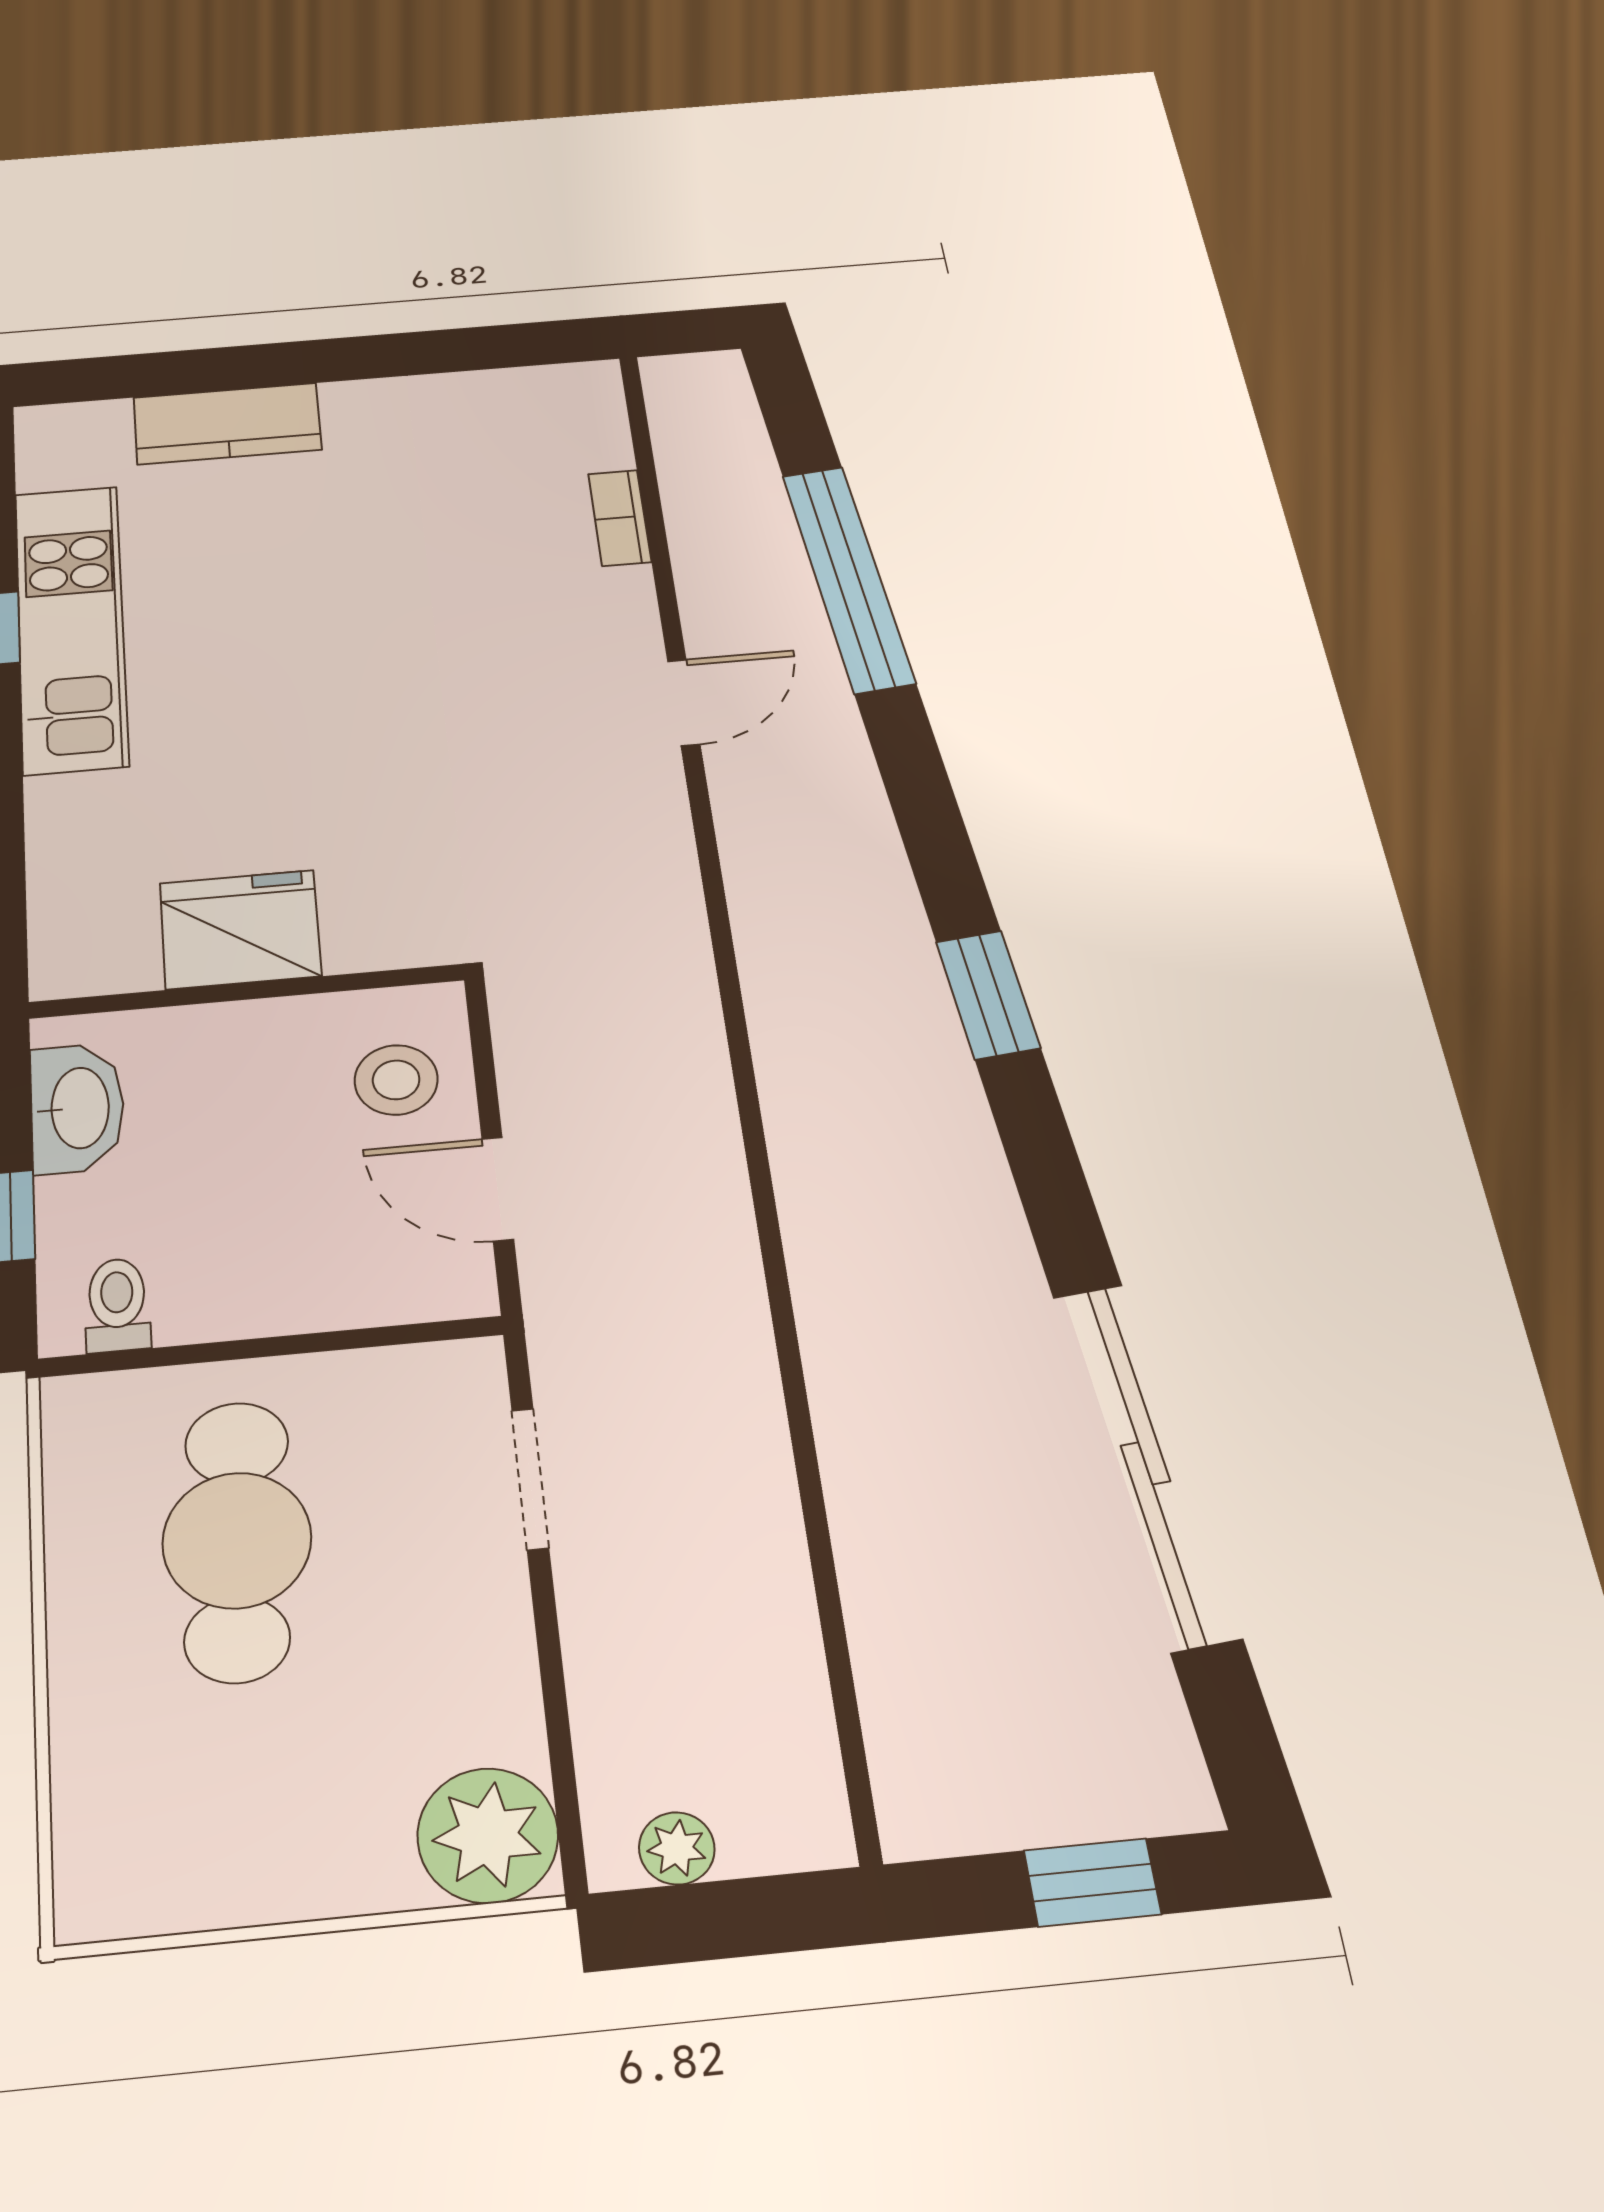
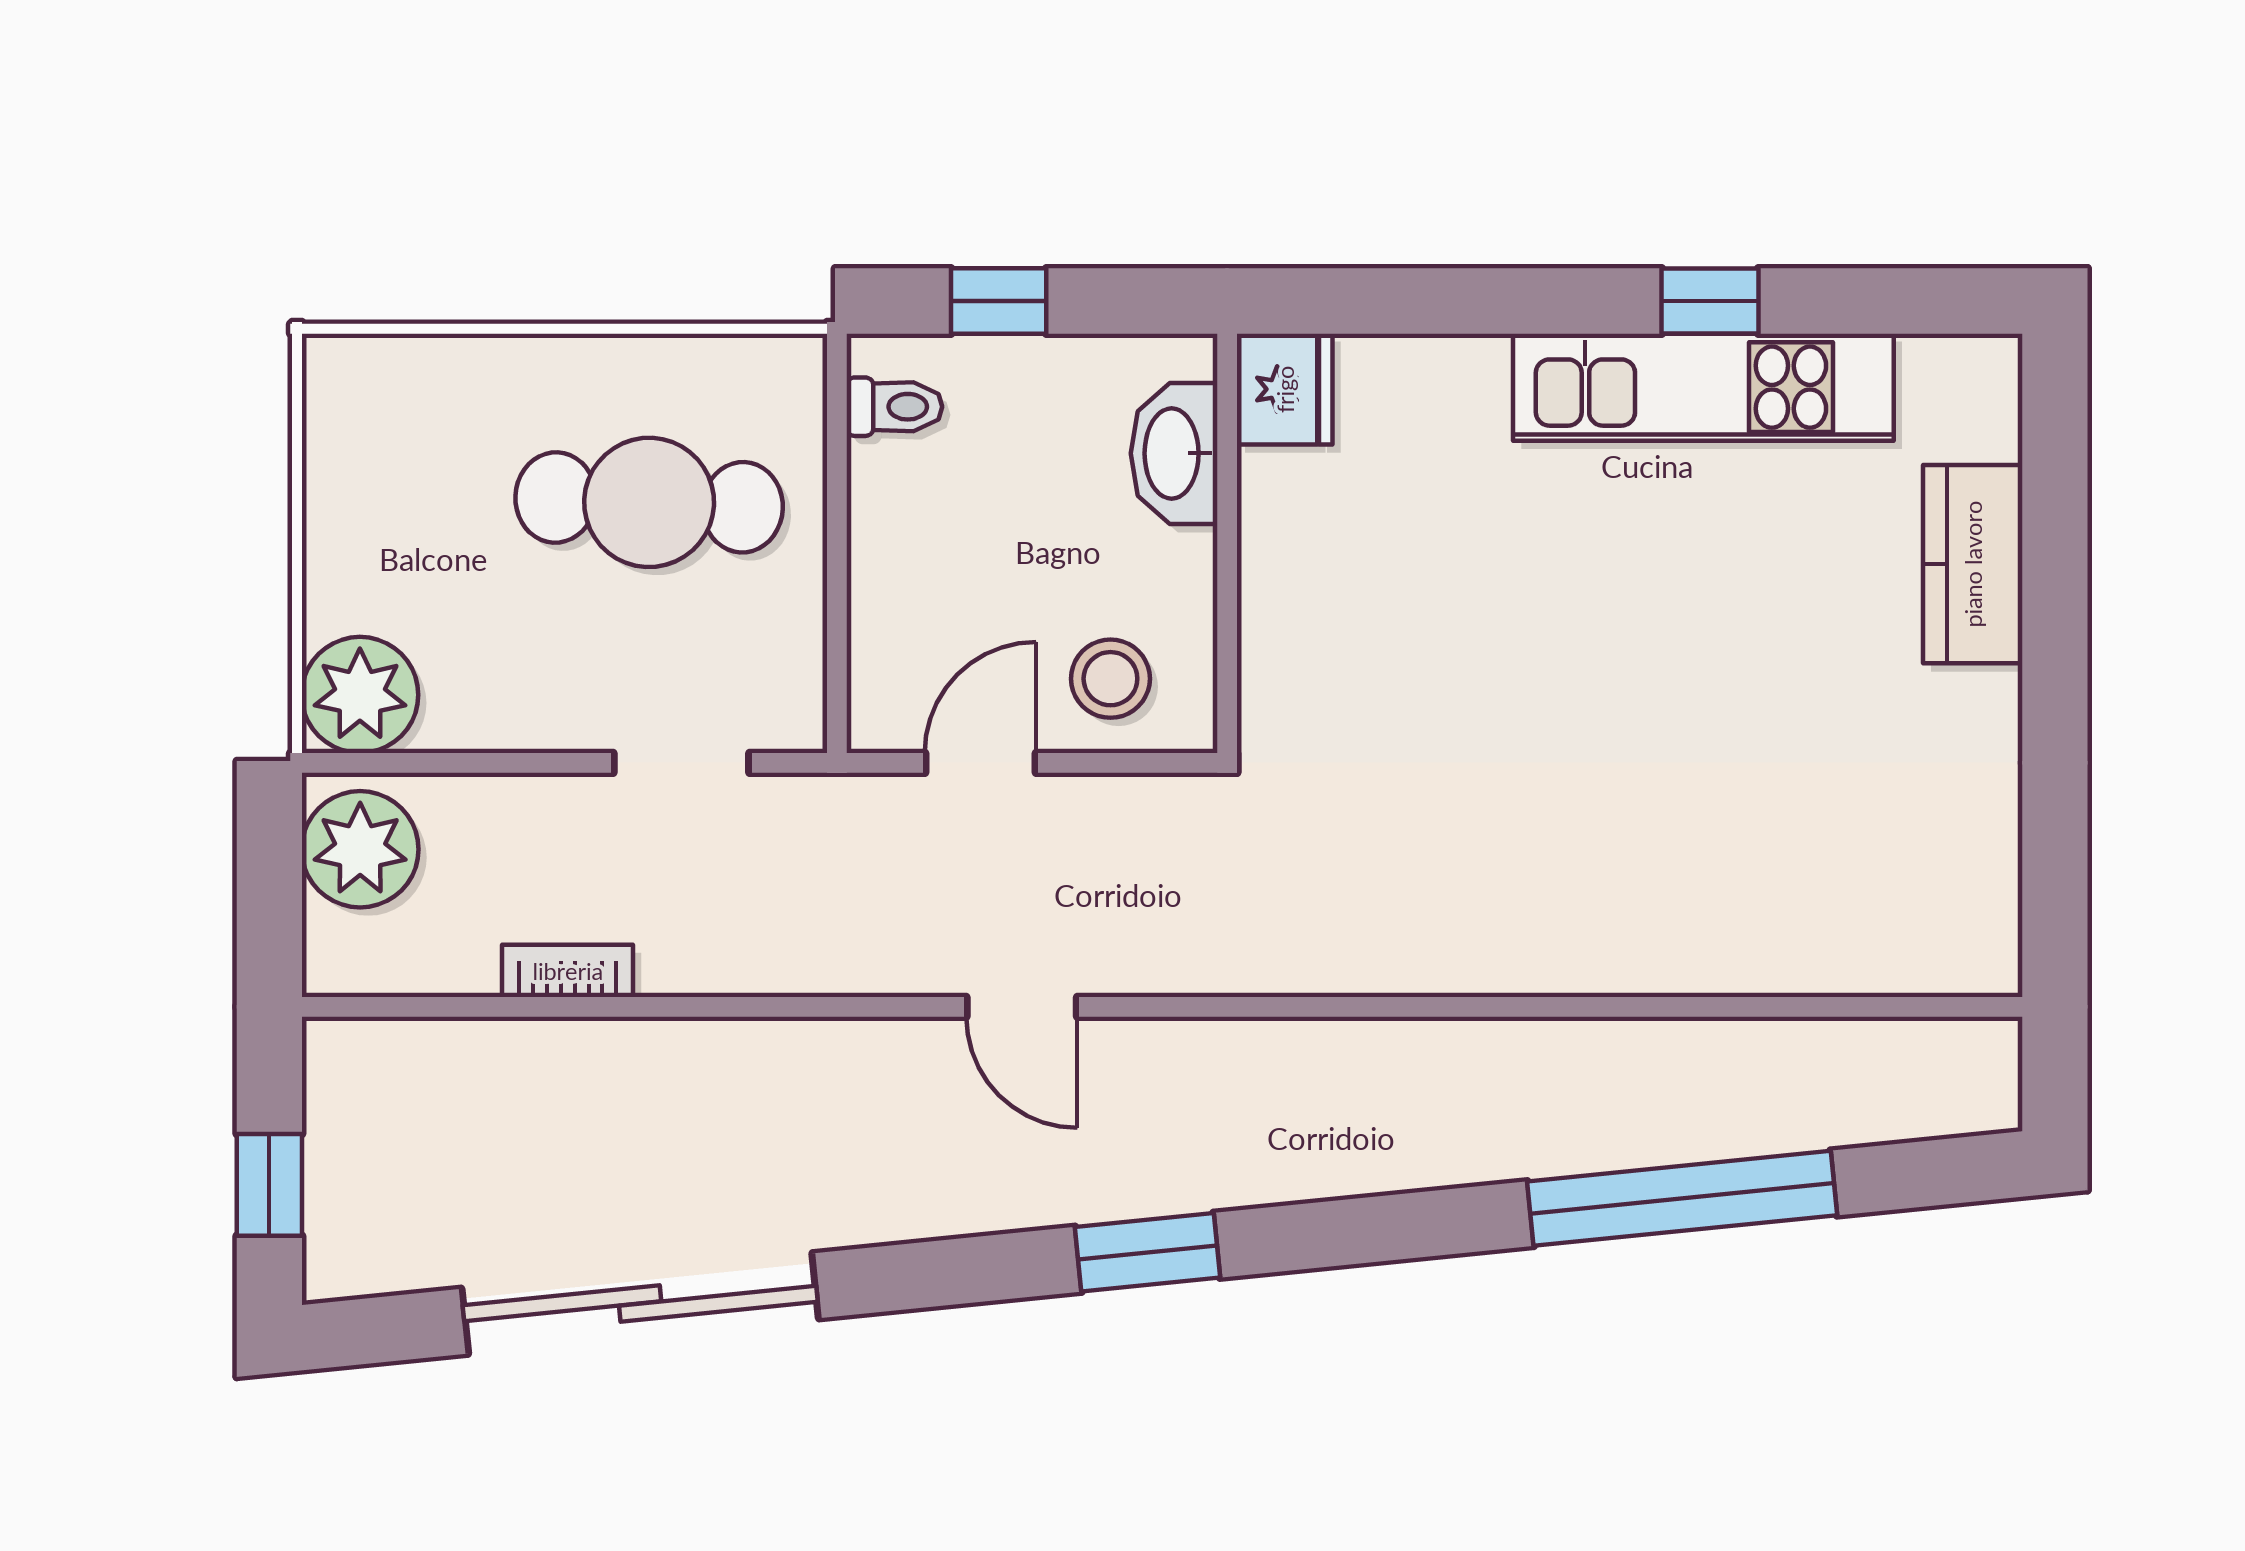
bookcase: (620, 518) -> (568, 971), moved
door: (684, 702) -> (1022, 1007), moved
fridge: (240, 929) -> (1285, 389), moved, width x0.73, depth x0.75
washbasin: (77, 1108) -> (1174, 453), moved, turned 90
plant: (677, 1848) -> (360, 849), width x1.88, depth x1.88

